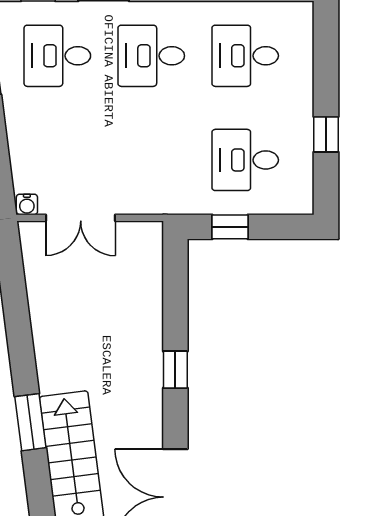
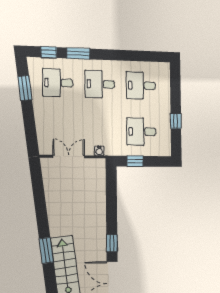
water cooler: (27, 204) -> (99, 151), moved
double door: (81, 218) -> (69, 156), swing flipped
window: (175, 370) -> (112, 243), moved

